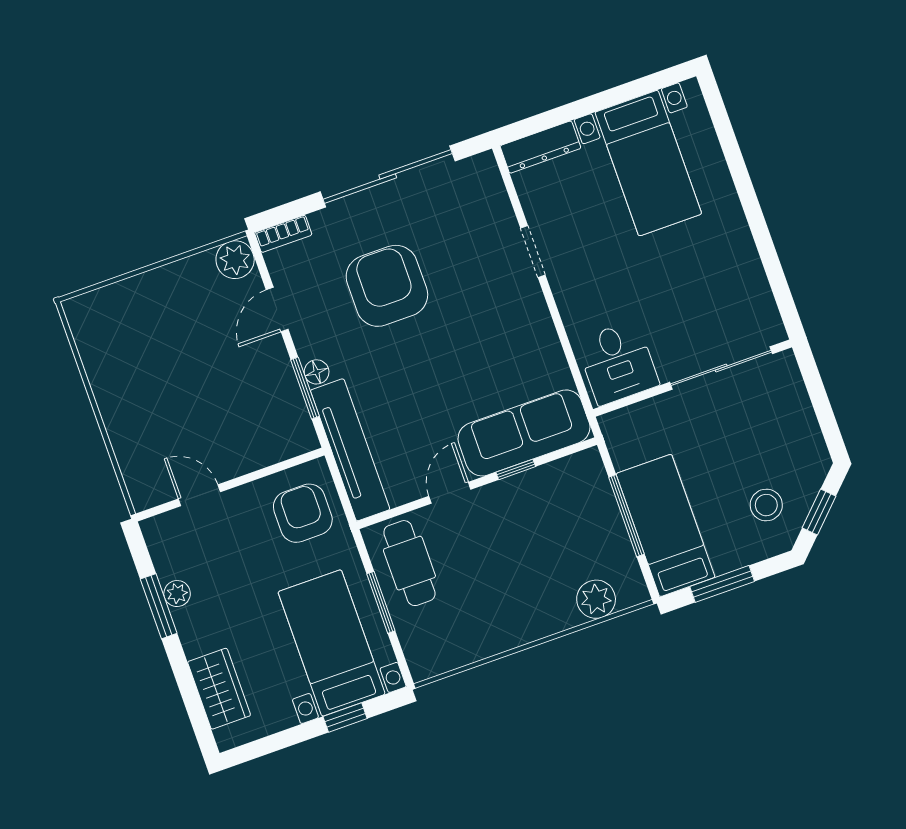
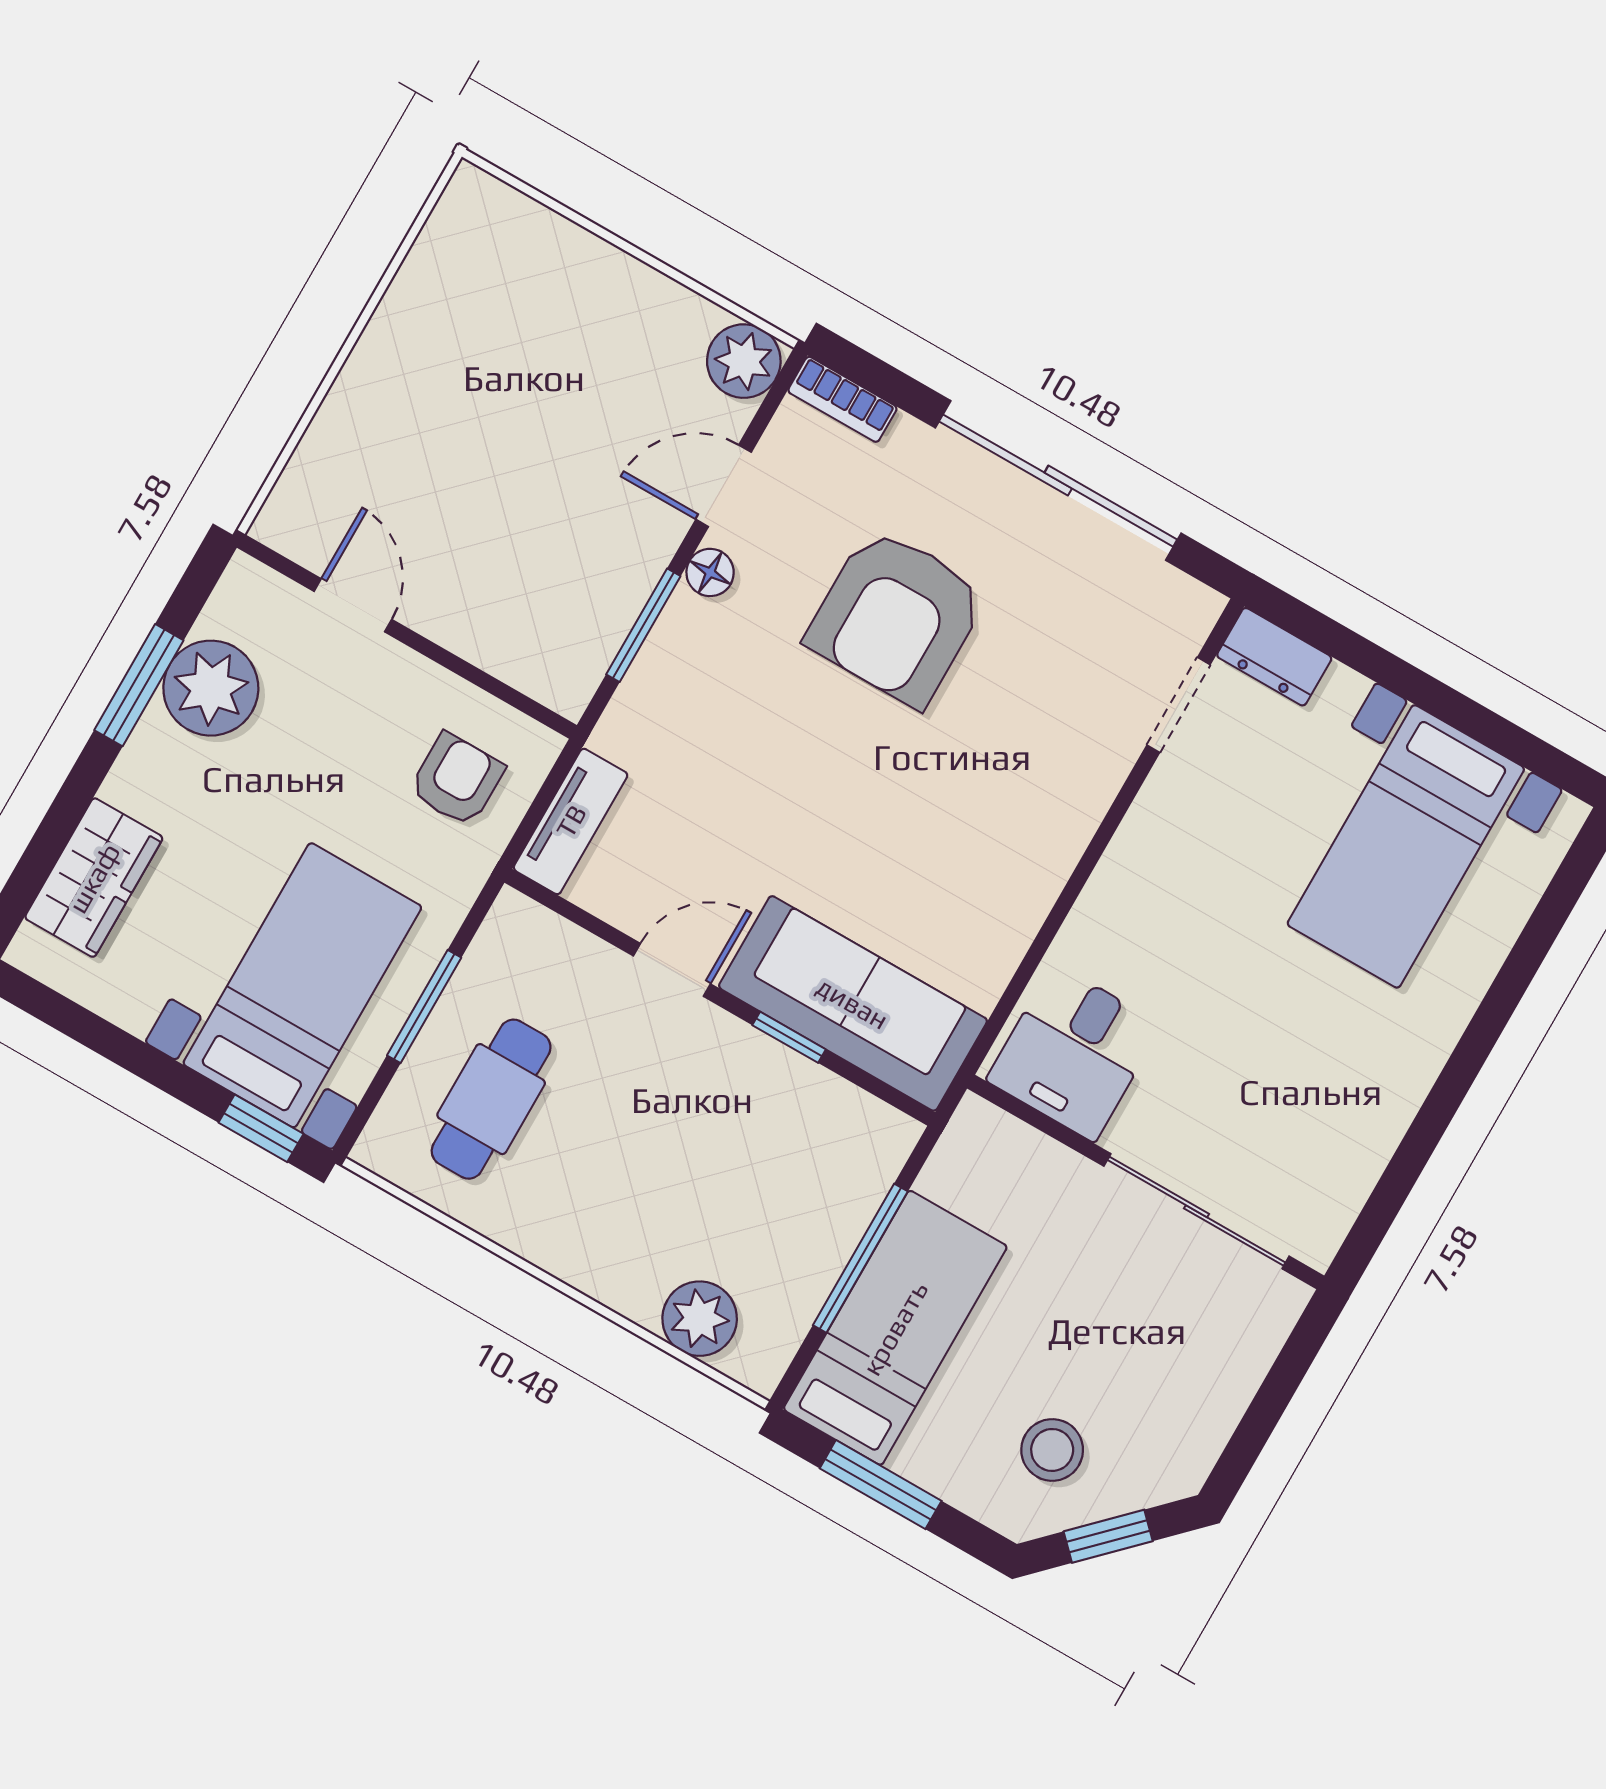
dresser: (540, 147) -> (1274, 657), width x0.70
doorway: (533, 251) -> (1179, 705), moved
armchair: (387, 286) -> (897, 617), turned 180
floor lamp: (317, 372) -> (710, 572), moved
tv unit: (350, 450) -> (571, 821), width x0.52, depth x0.78
armchair: (303, 513) -> (457, 780), width x0.72, depth x0.72
cafe table: (409, 563) -> (491, 1099), moved
plant: (177, 594) -> (211, 688), width x1.88, depth x1.88
window: (345, 718) -> (261, 1128), moved

